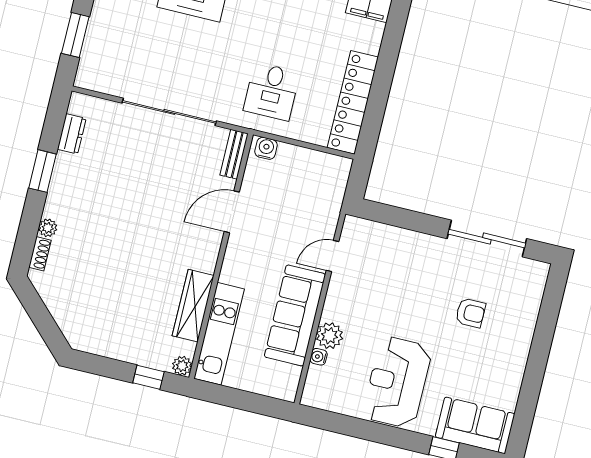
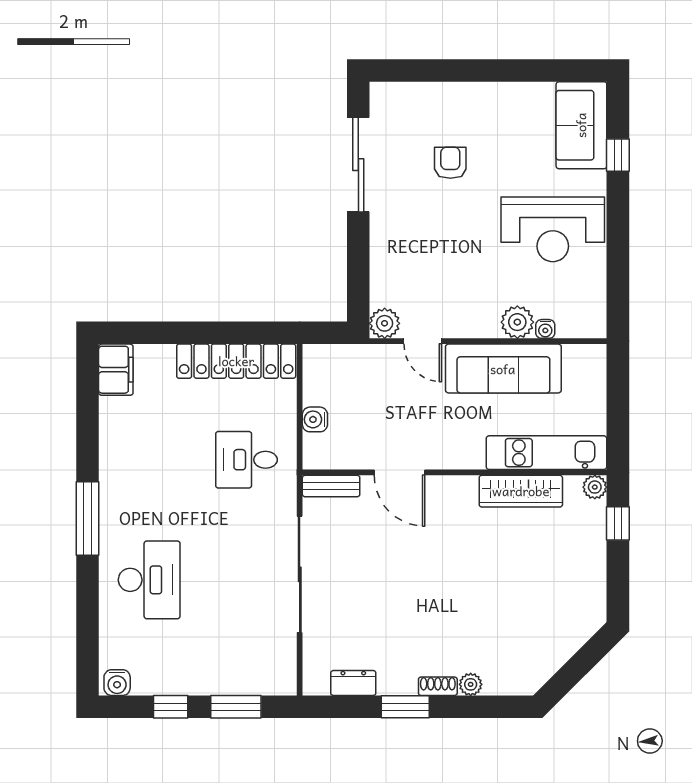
desk: (272, 92) -> (246, 460), turned 180
water cooler: (266, 148) -> (315, 419), moved
plant: (354, 229) -> (385, 323), added
shoe rack: (40, 254) -> (438, 686), moved

